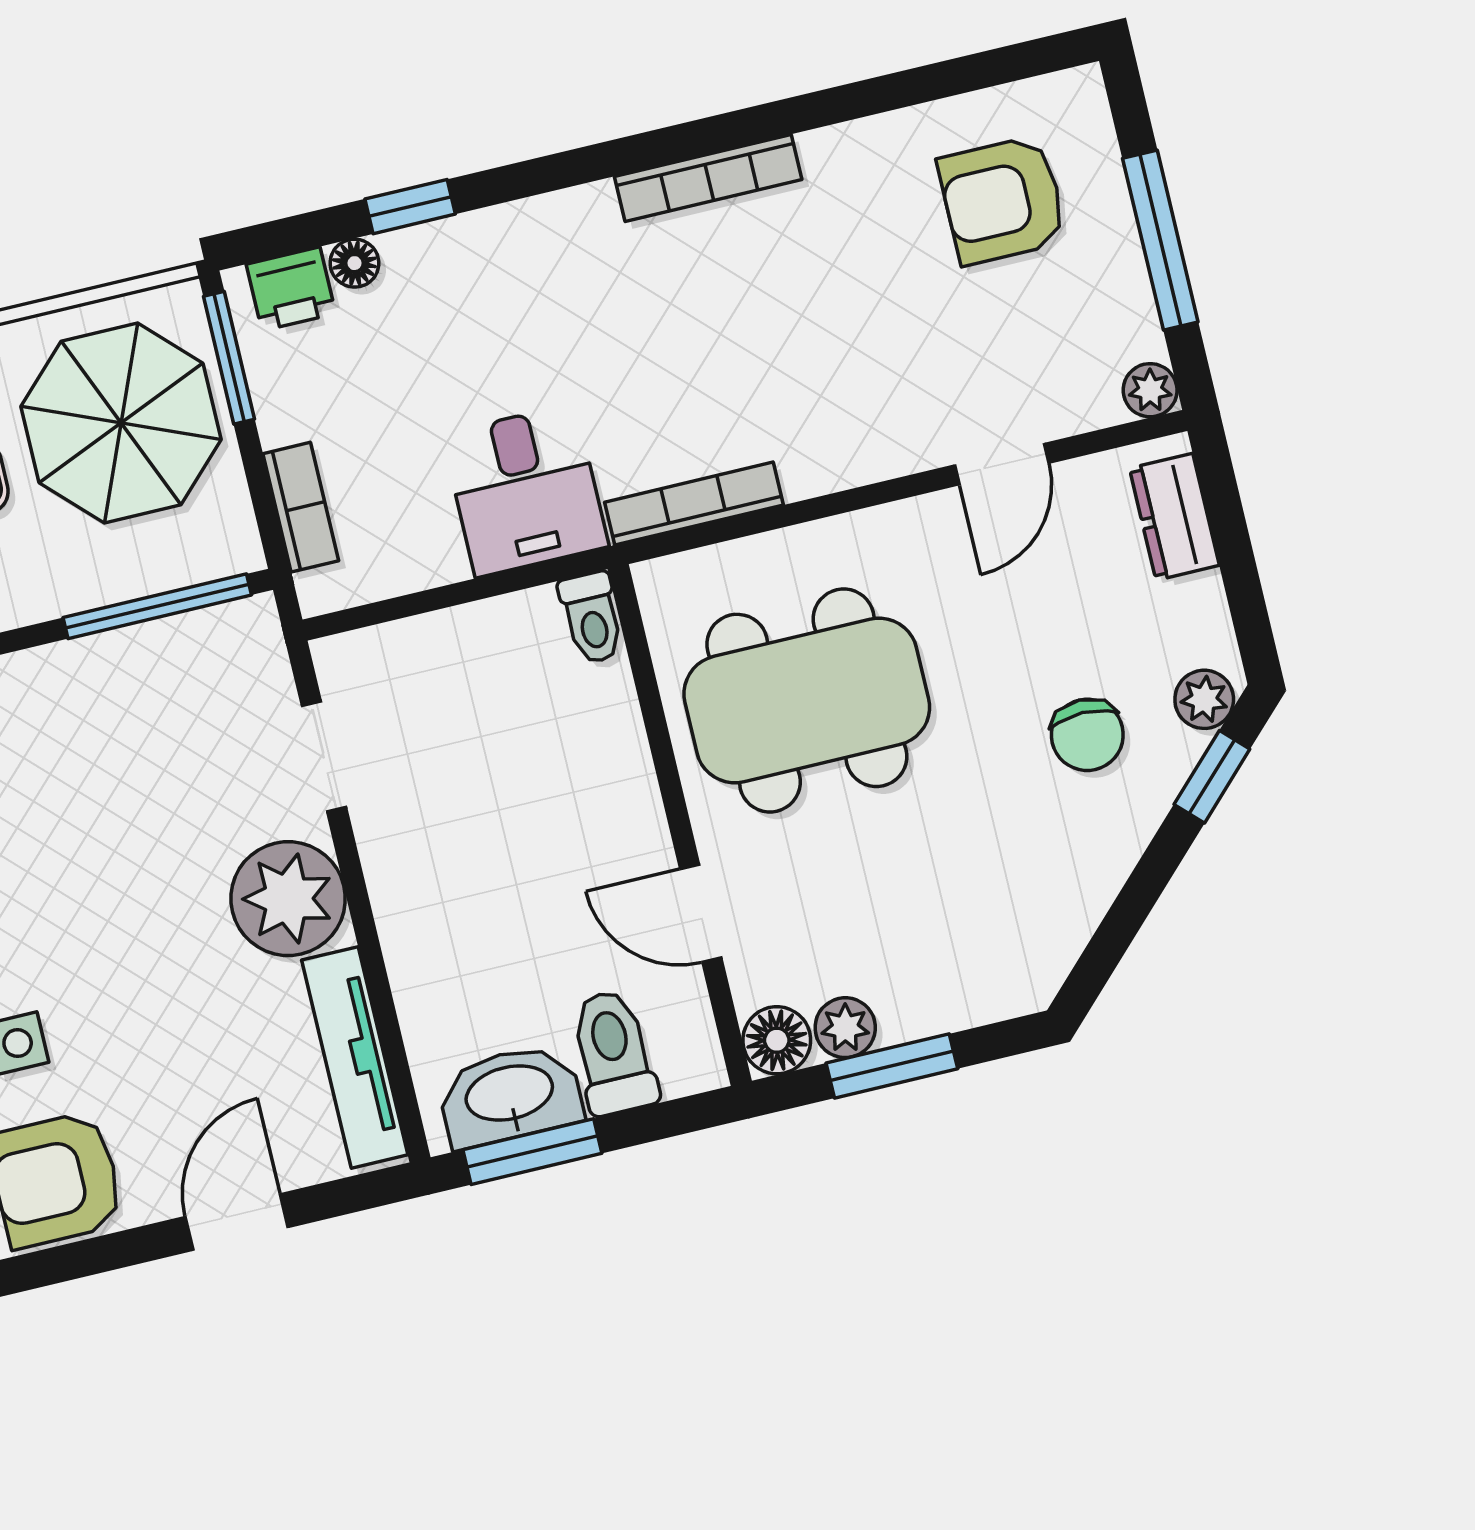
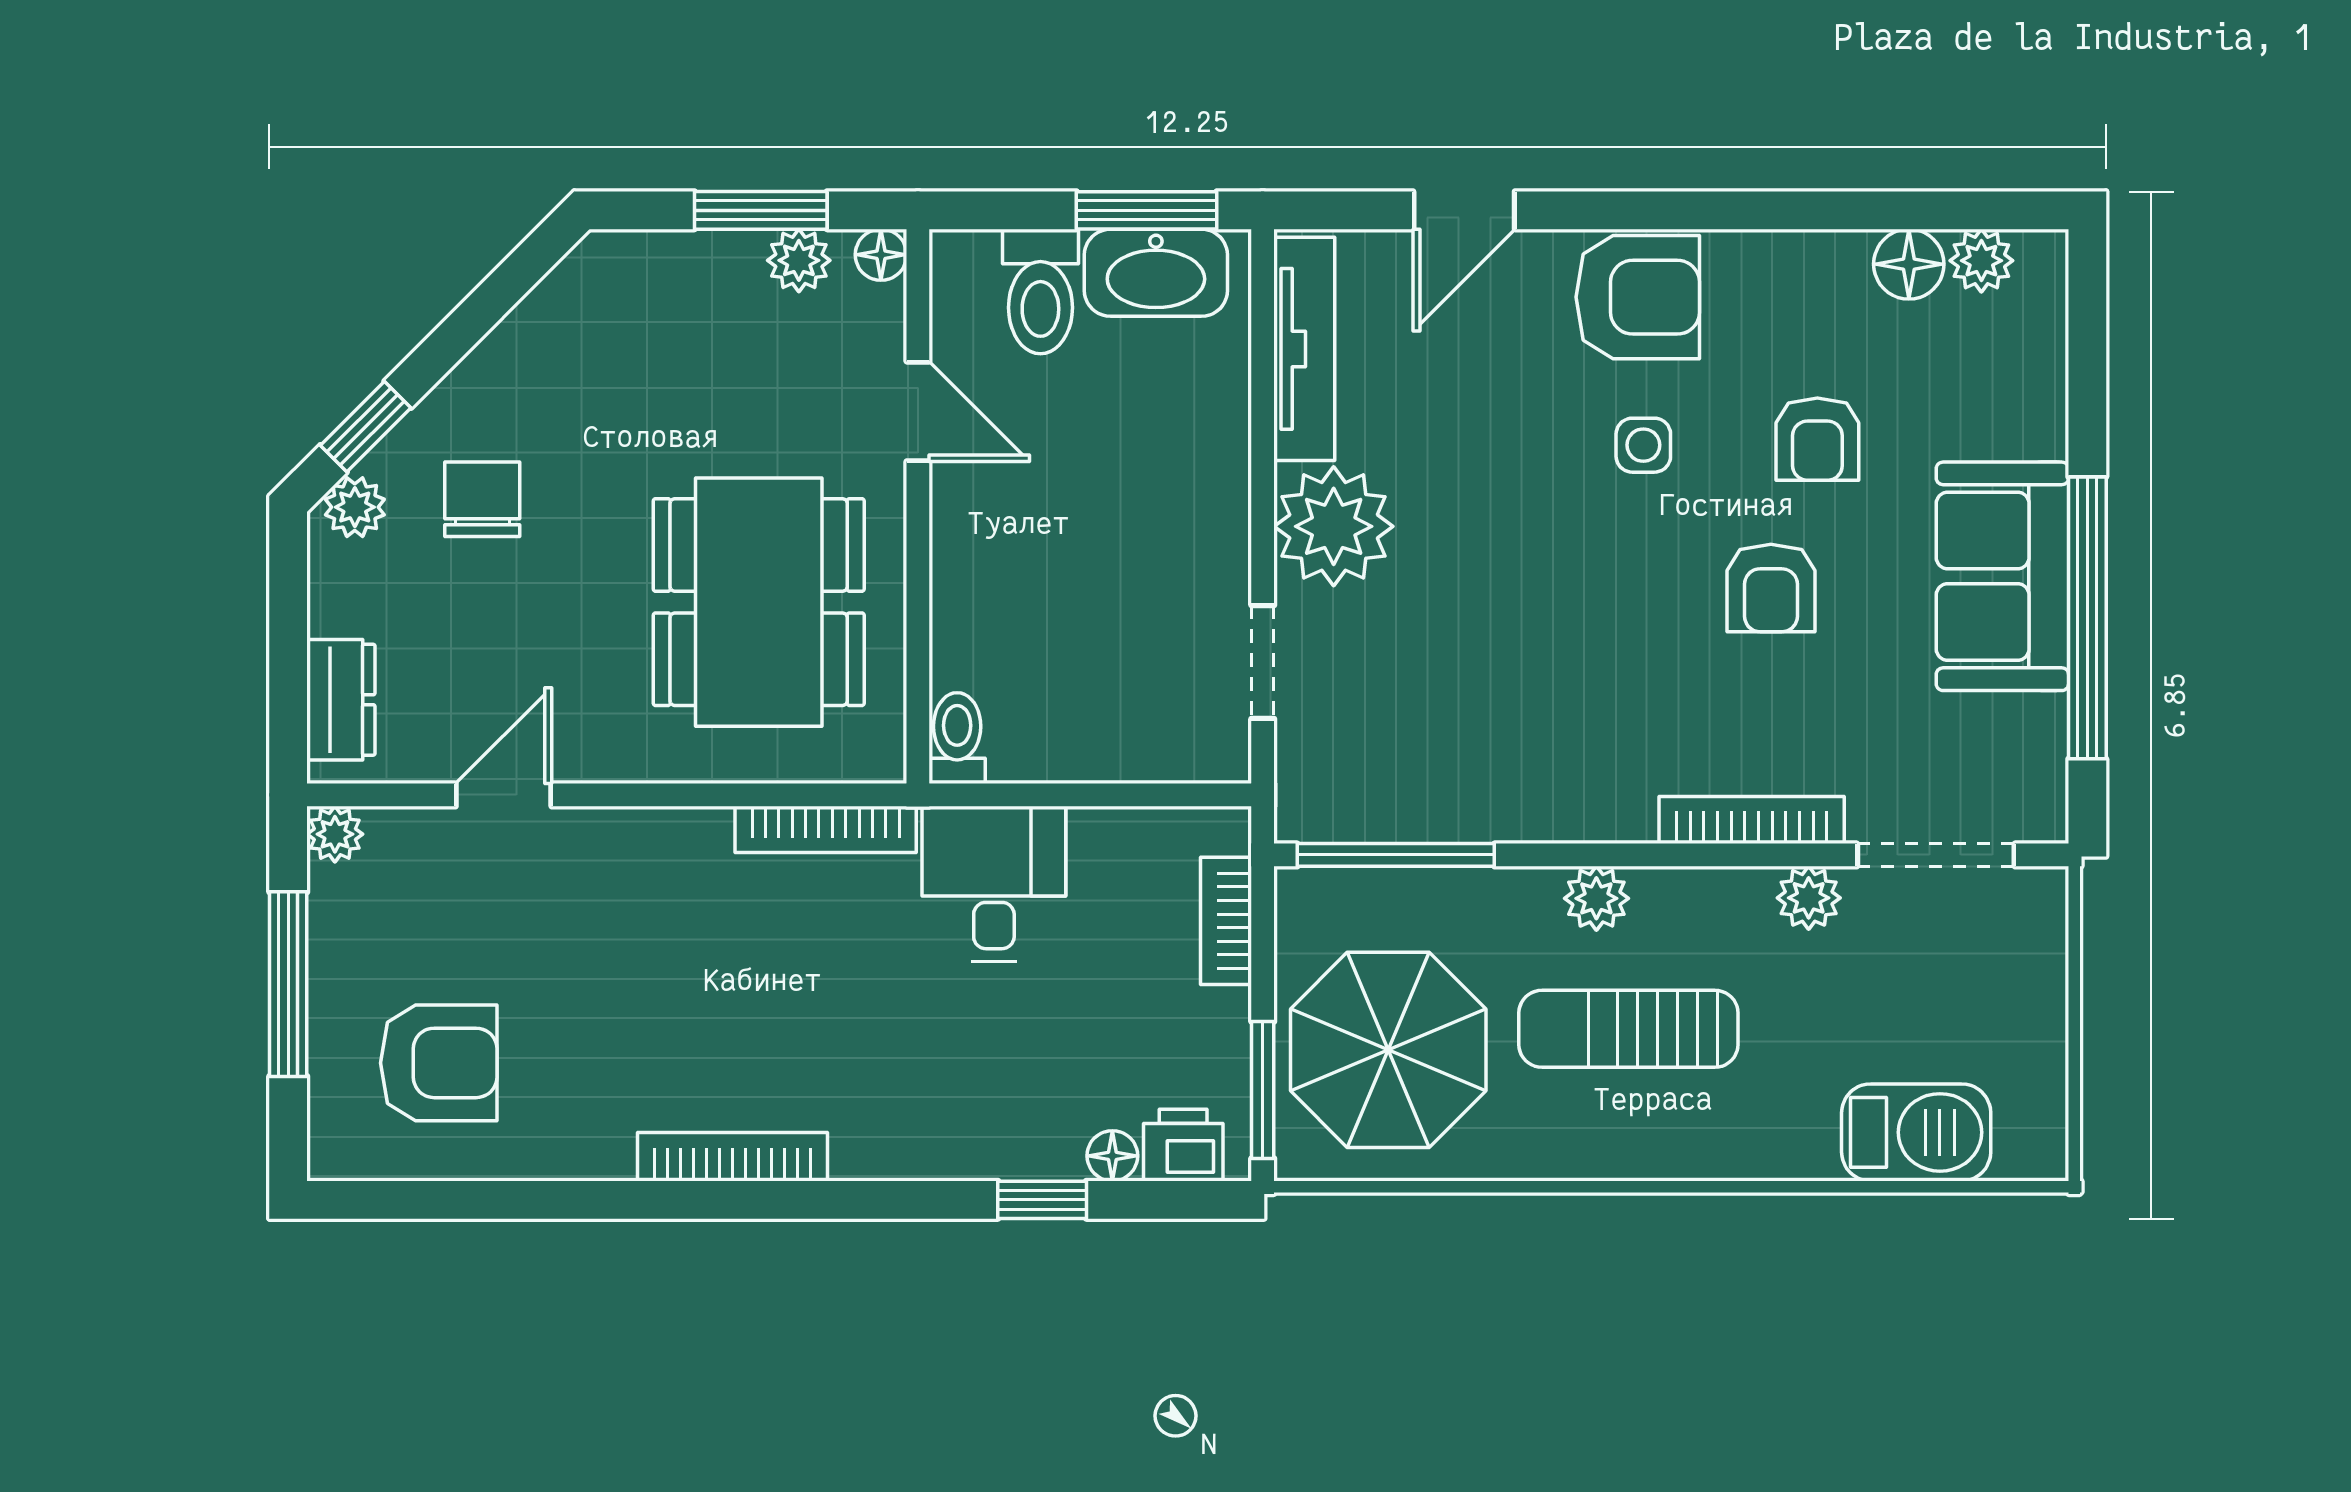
dining table: (807, 700) -> (759, 602), turned 90
floor lamp: (777, 1040) -> (881, 255), width x0.73, depth x0.73

